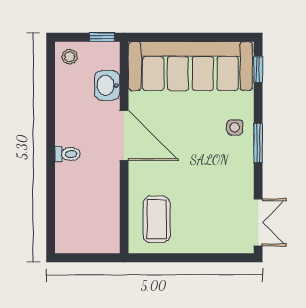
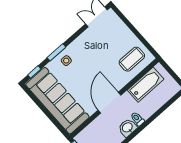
washbasin: (107, 85) -> (128, 128), moved, turned 180
window: (258, 143) -> (56, 52), moved
bathtub: (105, 207) -> (146, 85), added

